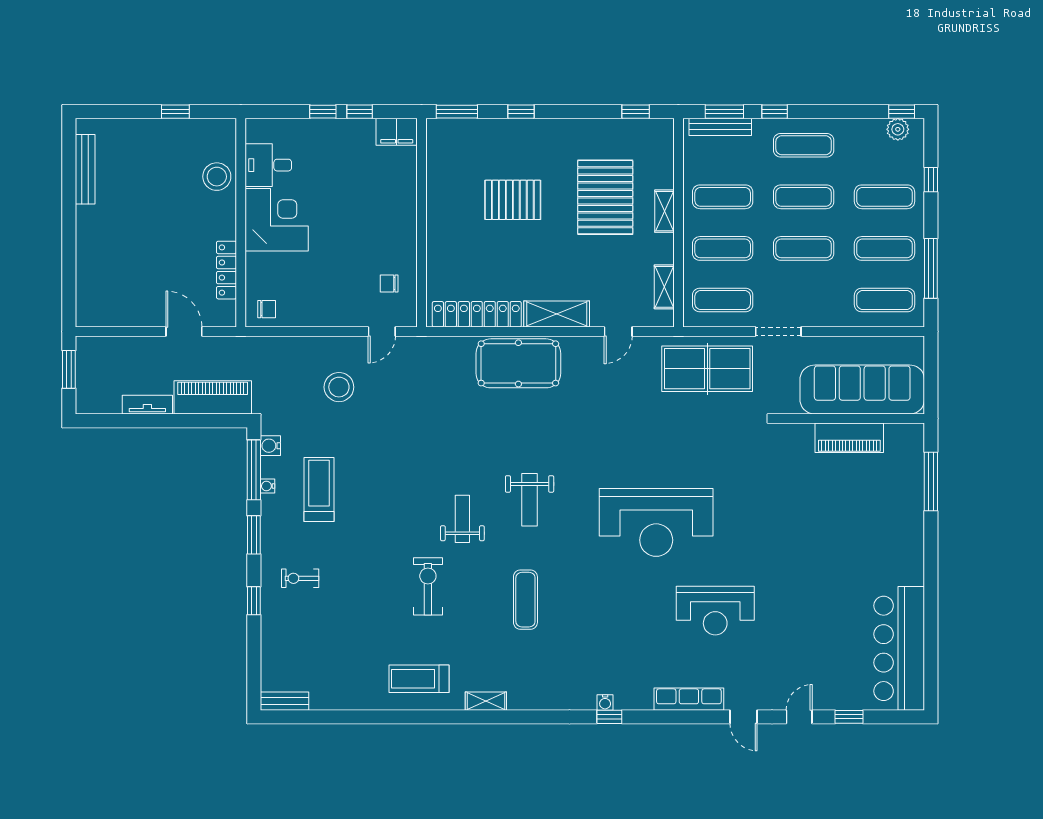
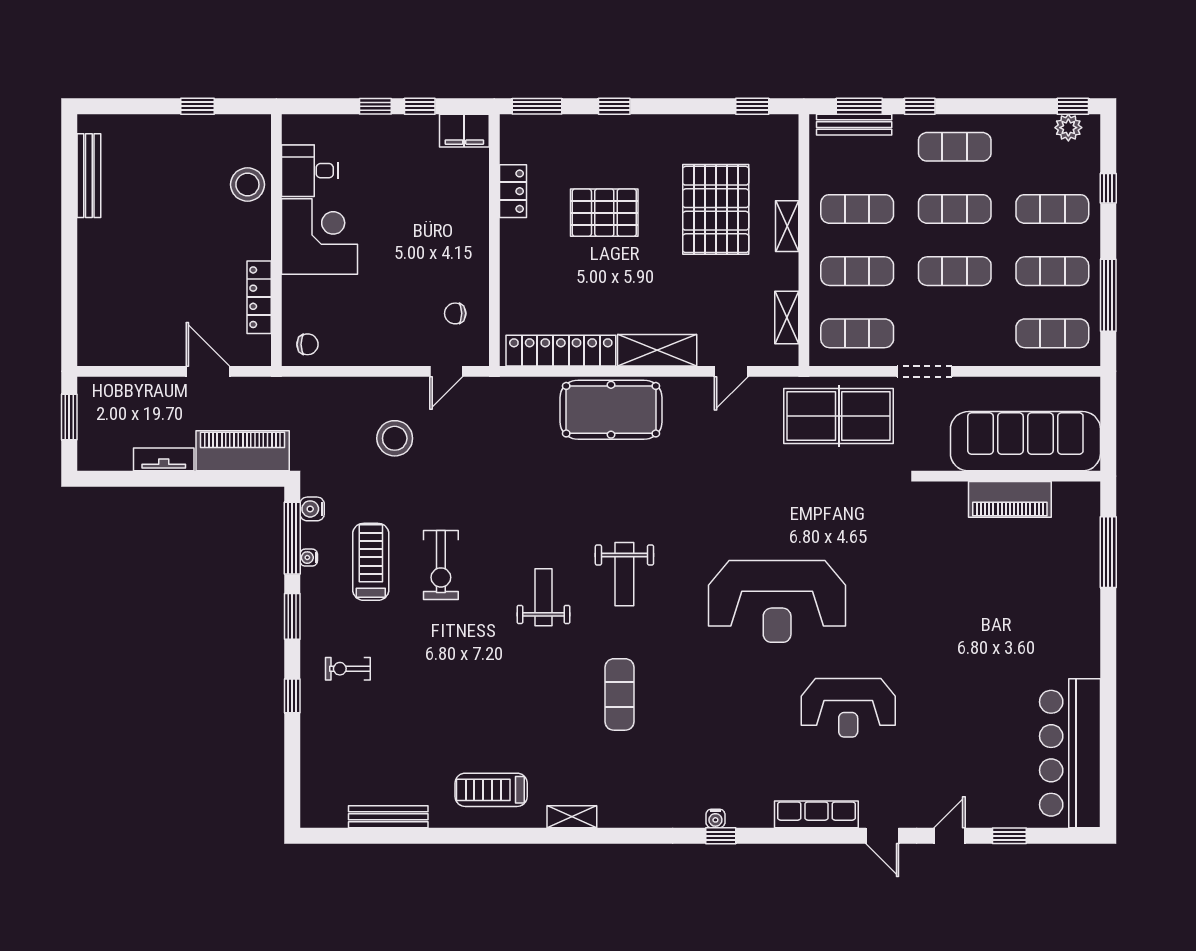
locker: (437, 182) -> (513, 191), added
exercise bike: (428, 586) -> (441, 565), moved, turned 180
bench: (285, 701) -> (388, 817), moved, width x1.36

